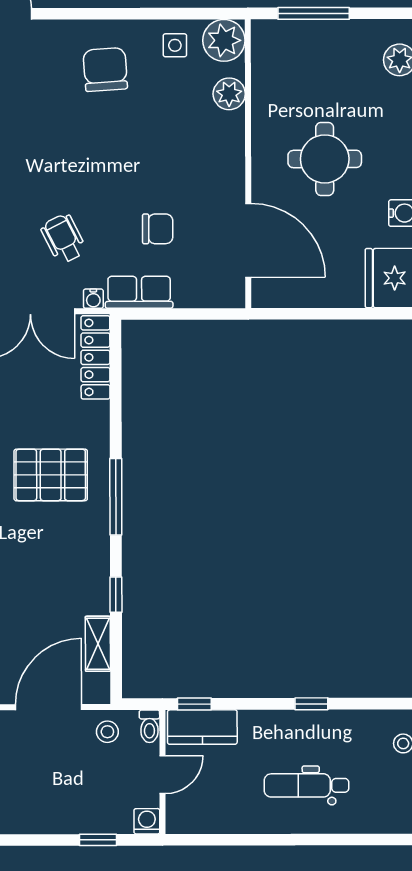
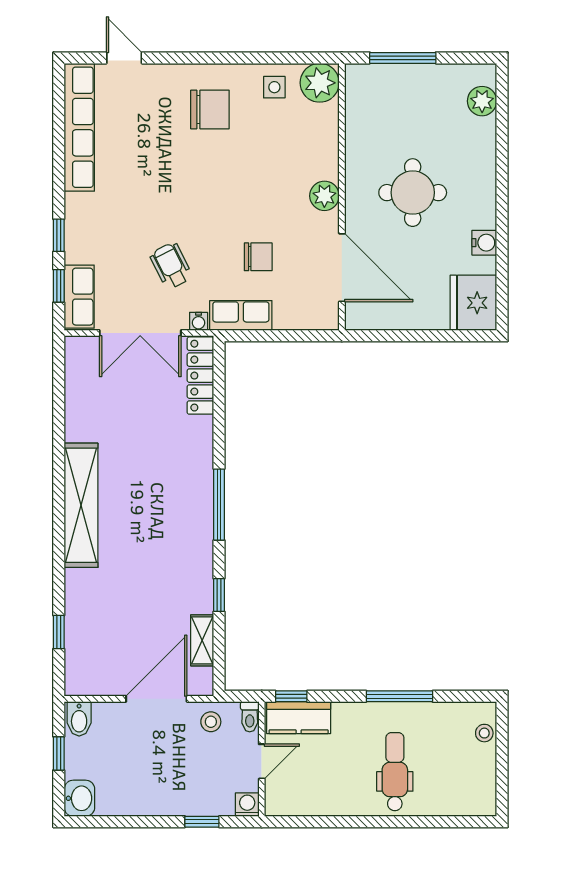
chair: (105, 69) -> (210, 109), turned 94
plant: (229, 94) -> (324, 196), moved
pallet: (51, 475) -> (159, 484), removed
window: (311, 704) -> (399, 696), width x2.17
dental chair: (306, 785) -> (395, 772), turned 90

